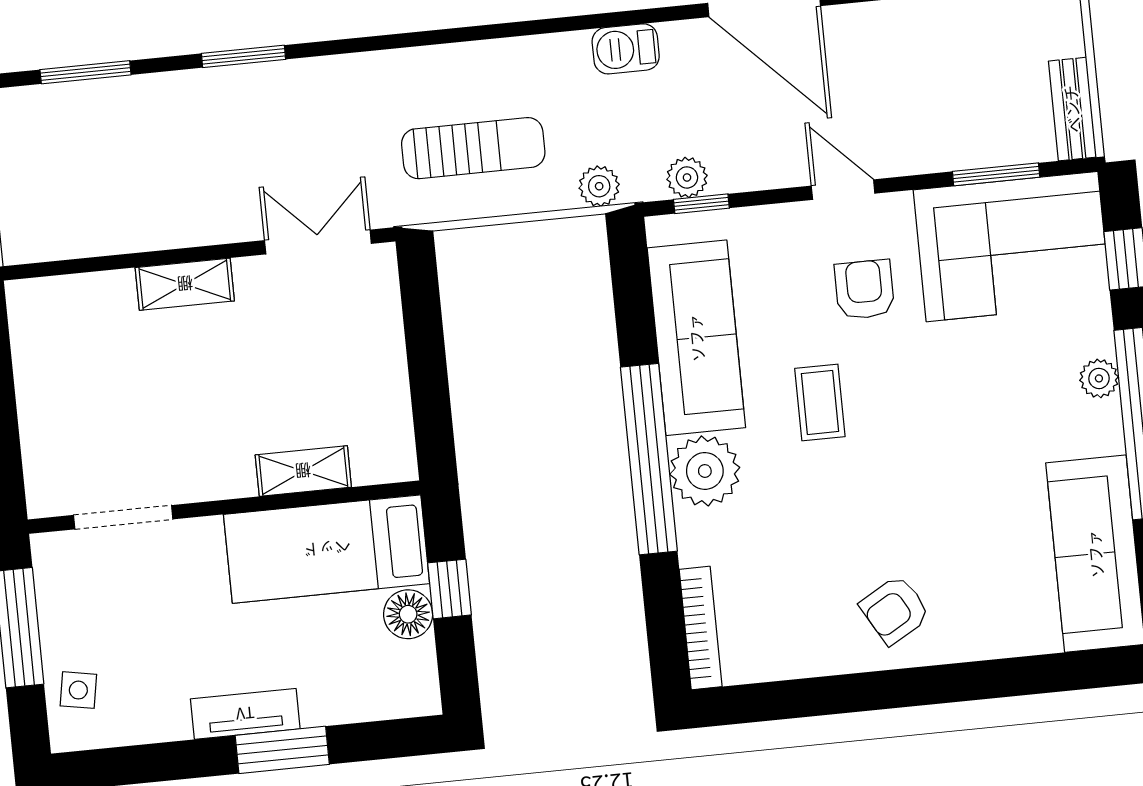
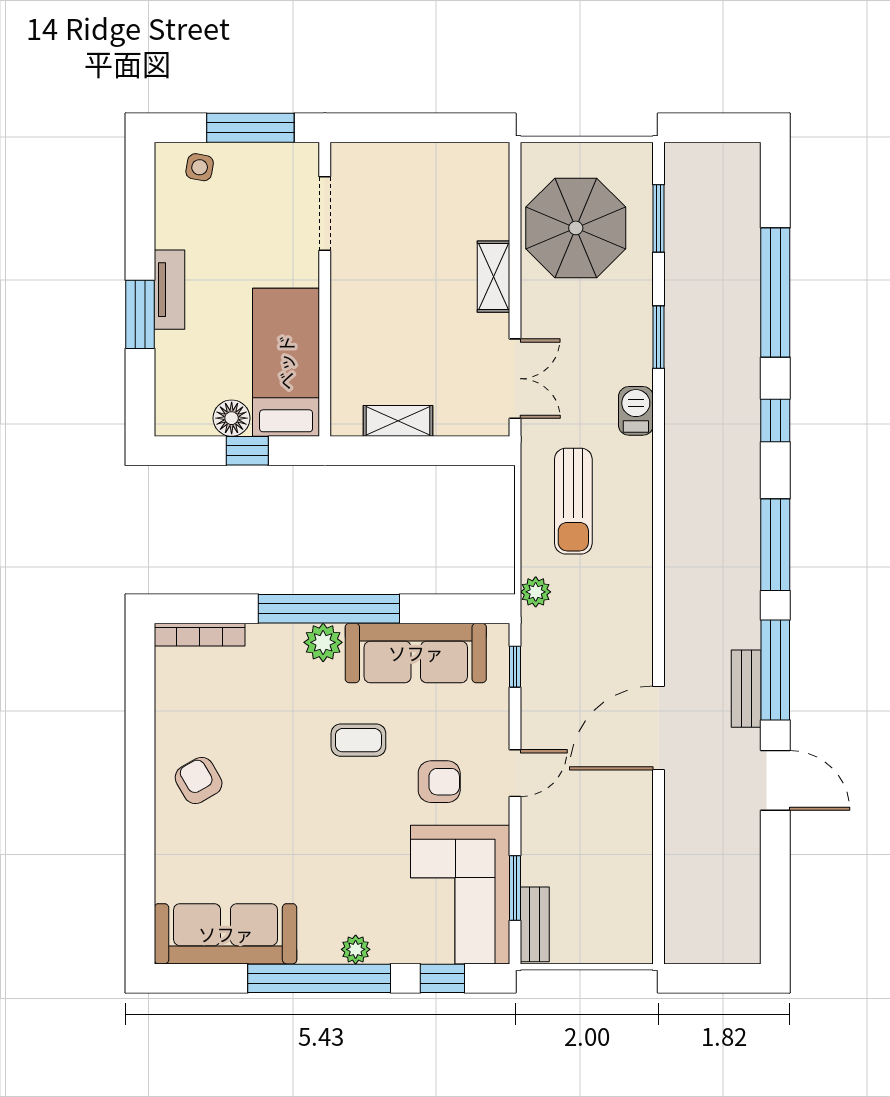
barbecue: (626, 49) -> (636, 411), moved
bench: (1072, 109) -> (535, 924), moved, turned 90
plant: (687, 177) -> (536, 658), removed
parasol: (109, 181) -> (576, 228), added
shelving: (303, 471) -> (398, 421), moved, turned 90
plant: (705, 471) -> (323, 642), width x0.73, depth x0.73

